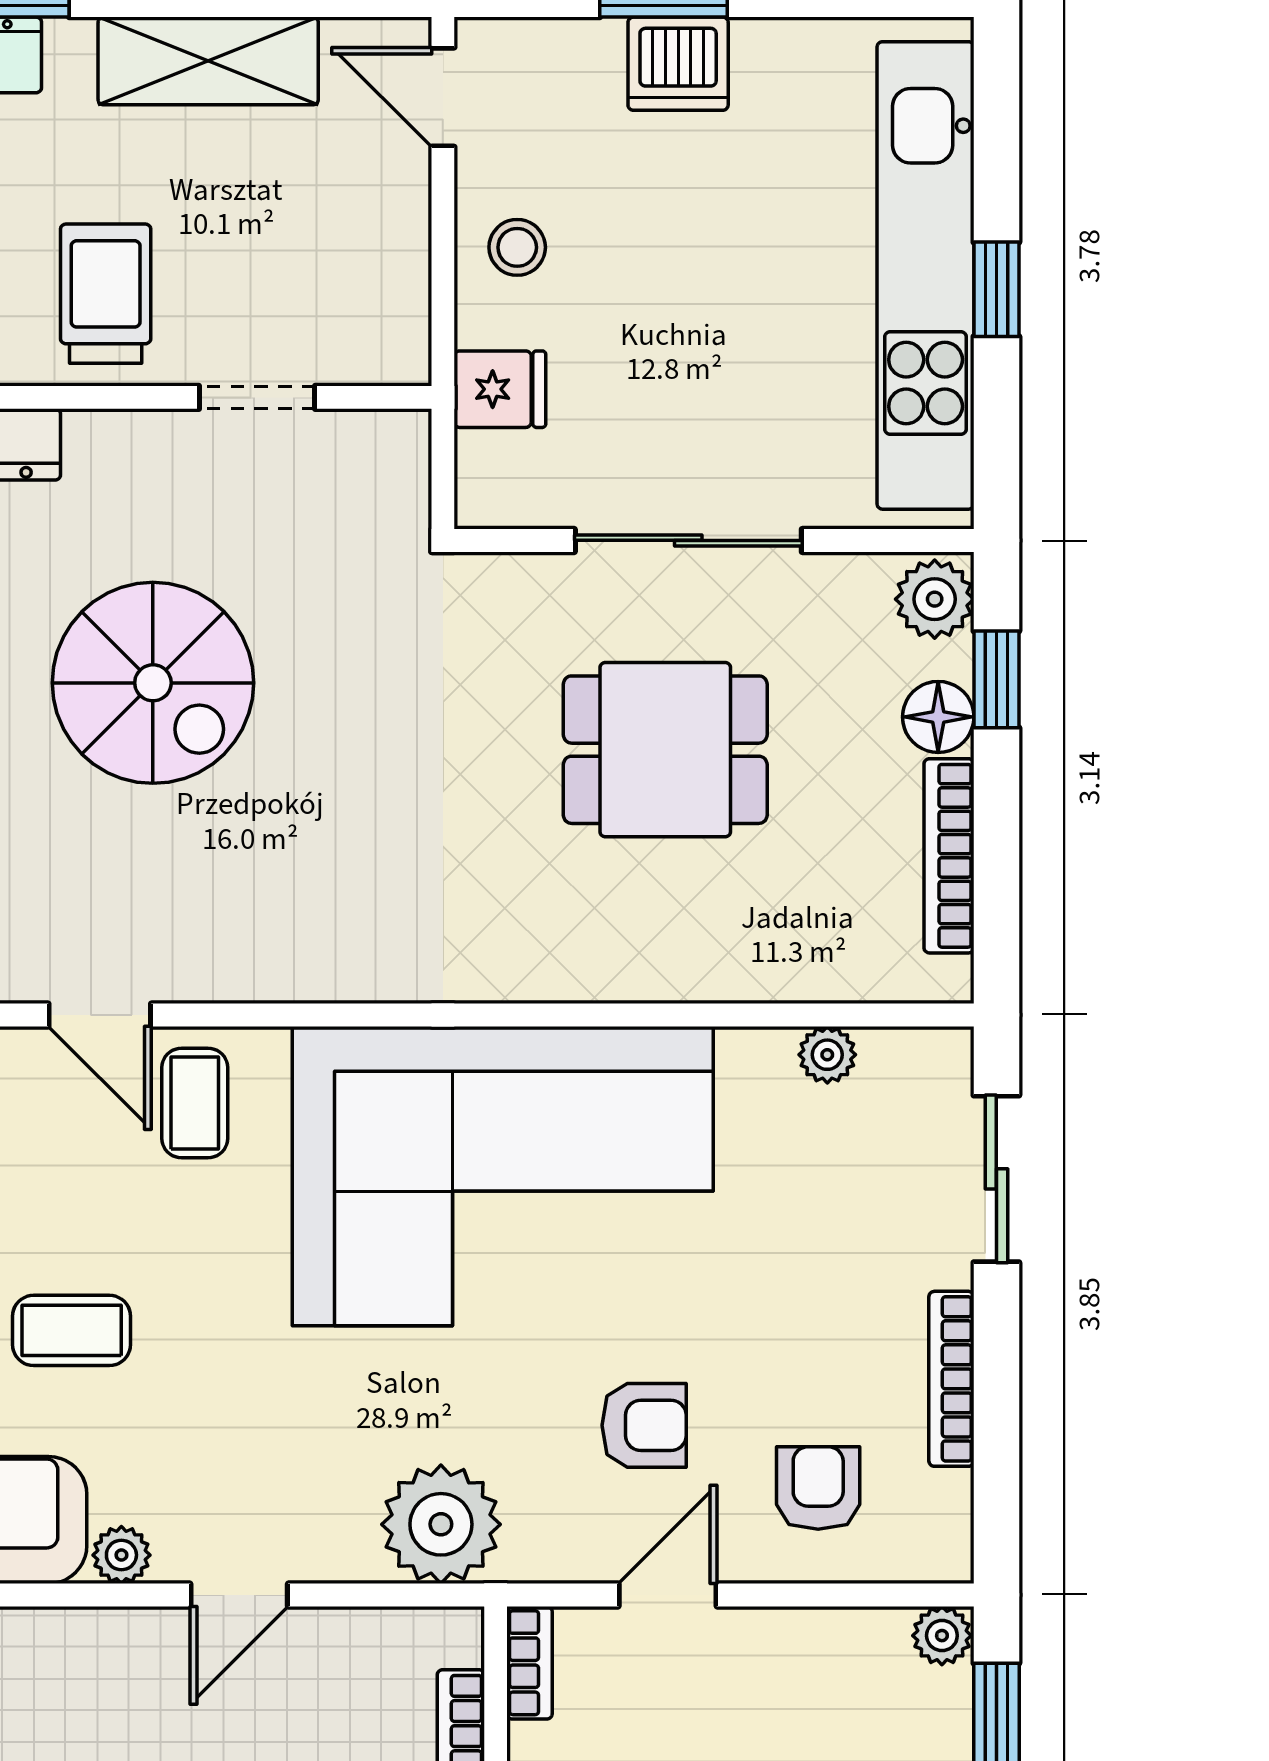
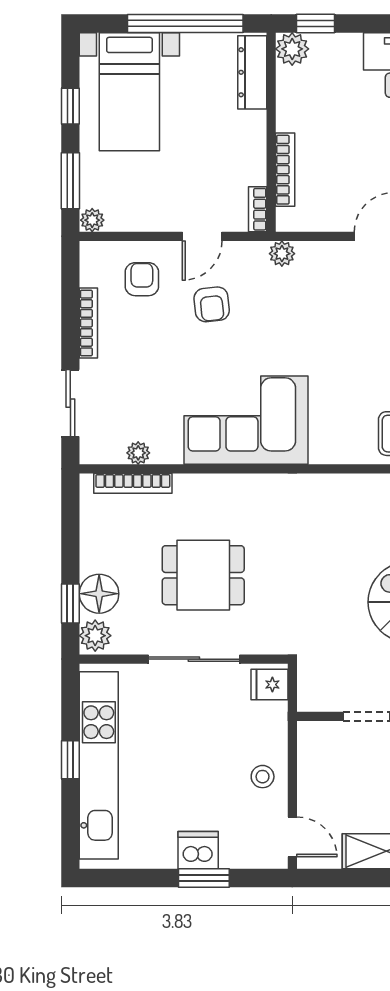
fridge: (500, 389) -> (269, 684), moved
floor lamp: (938, 717) -> (99, 594), width x1.38, depth x1.38
bookcase: (949, 856) -> (133, 483), moved, turned 90
corner sofa: (503, 1176) -> (246, 420), width x0.73, depth x0.74
armchair: (644, 1425) -> (212, 304), turned -96
armchair: (818, 1488) -> (142, 279), turned 180
plant: (441, 1524) -> (282, 254), width x0.53, depth x0.53

